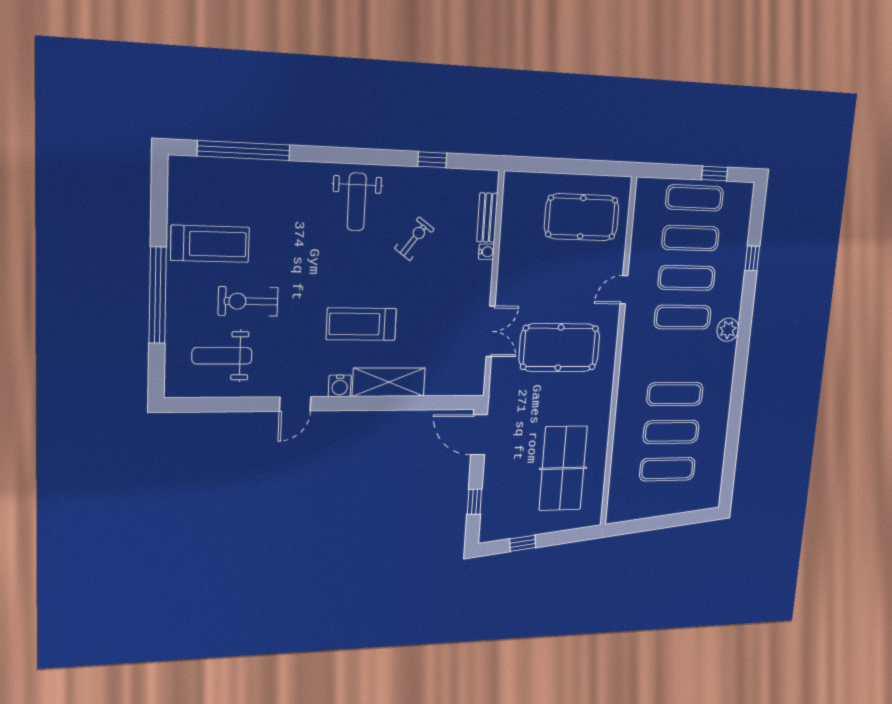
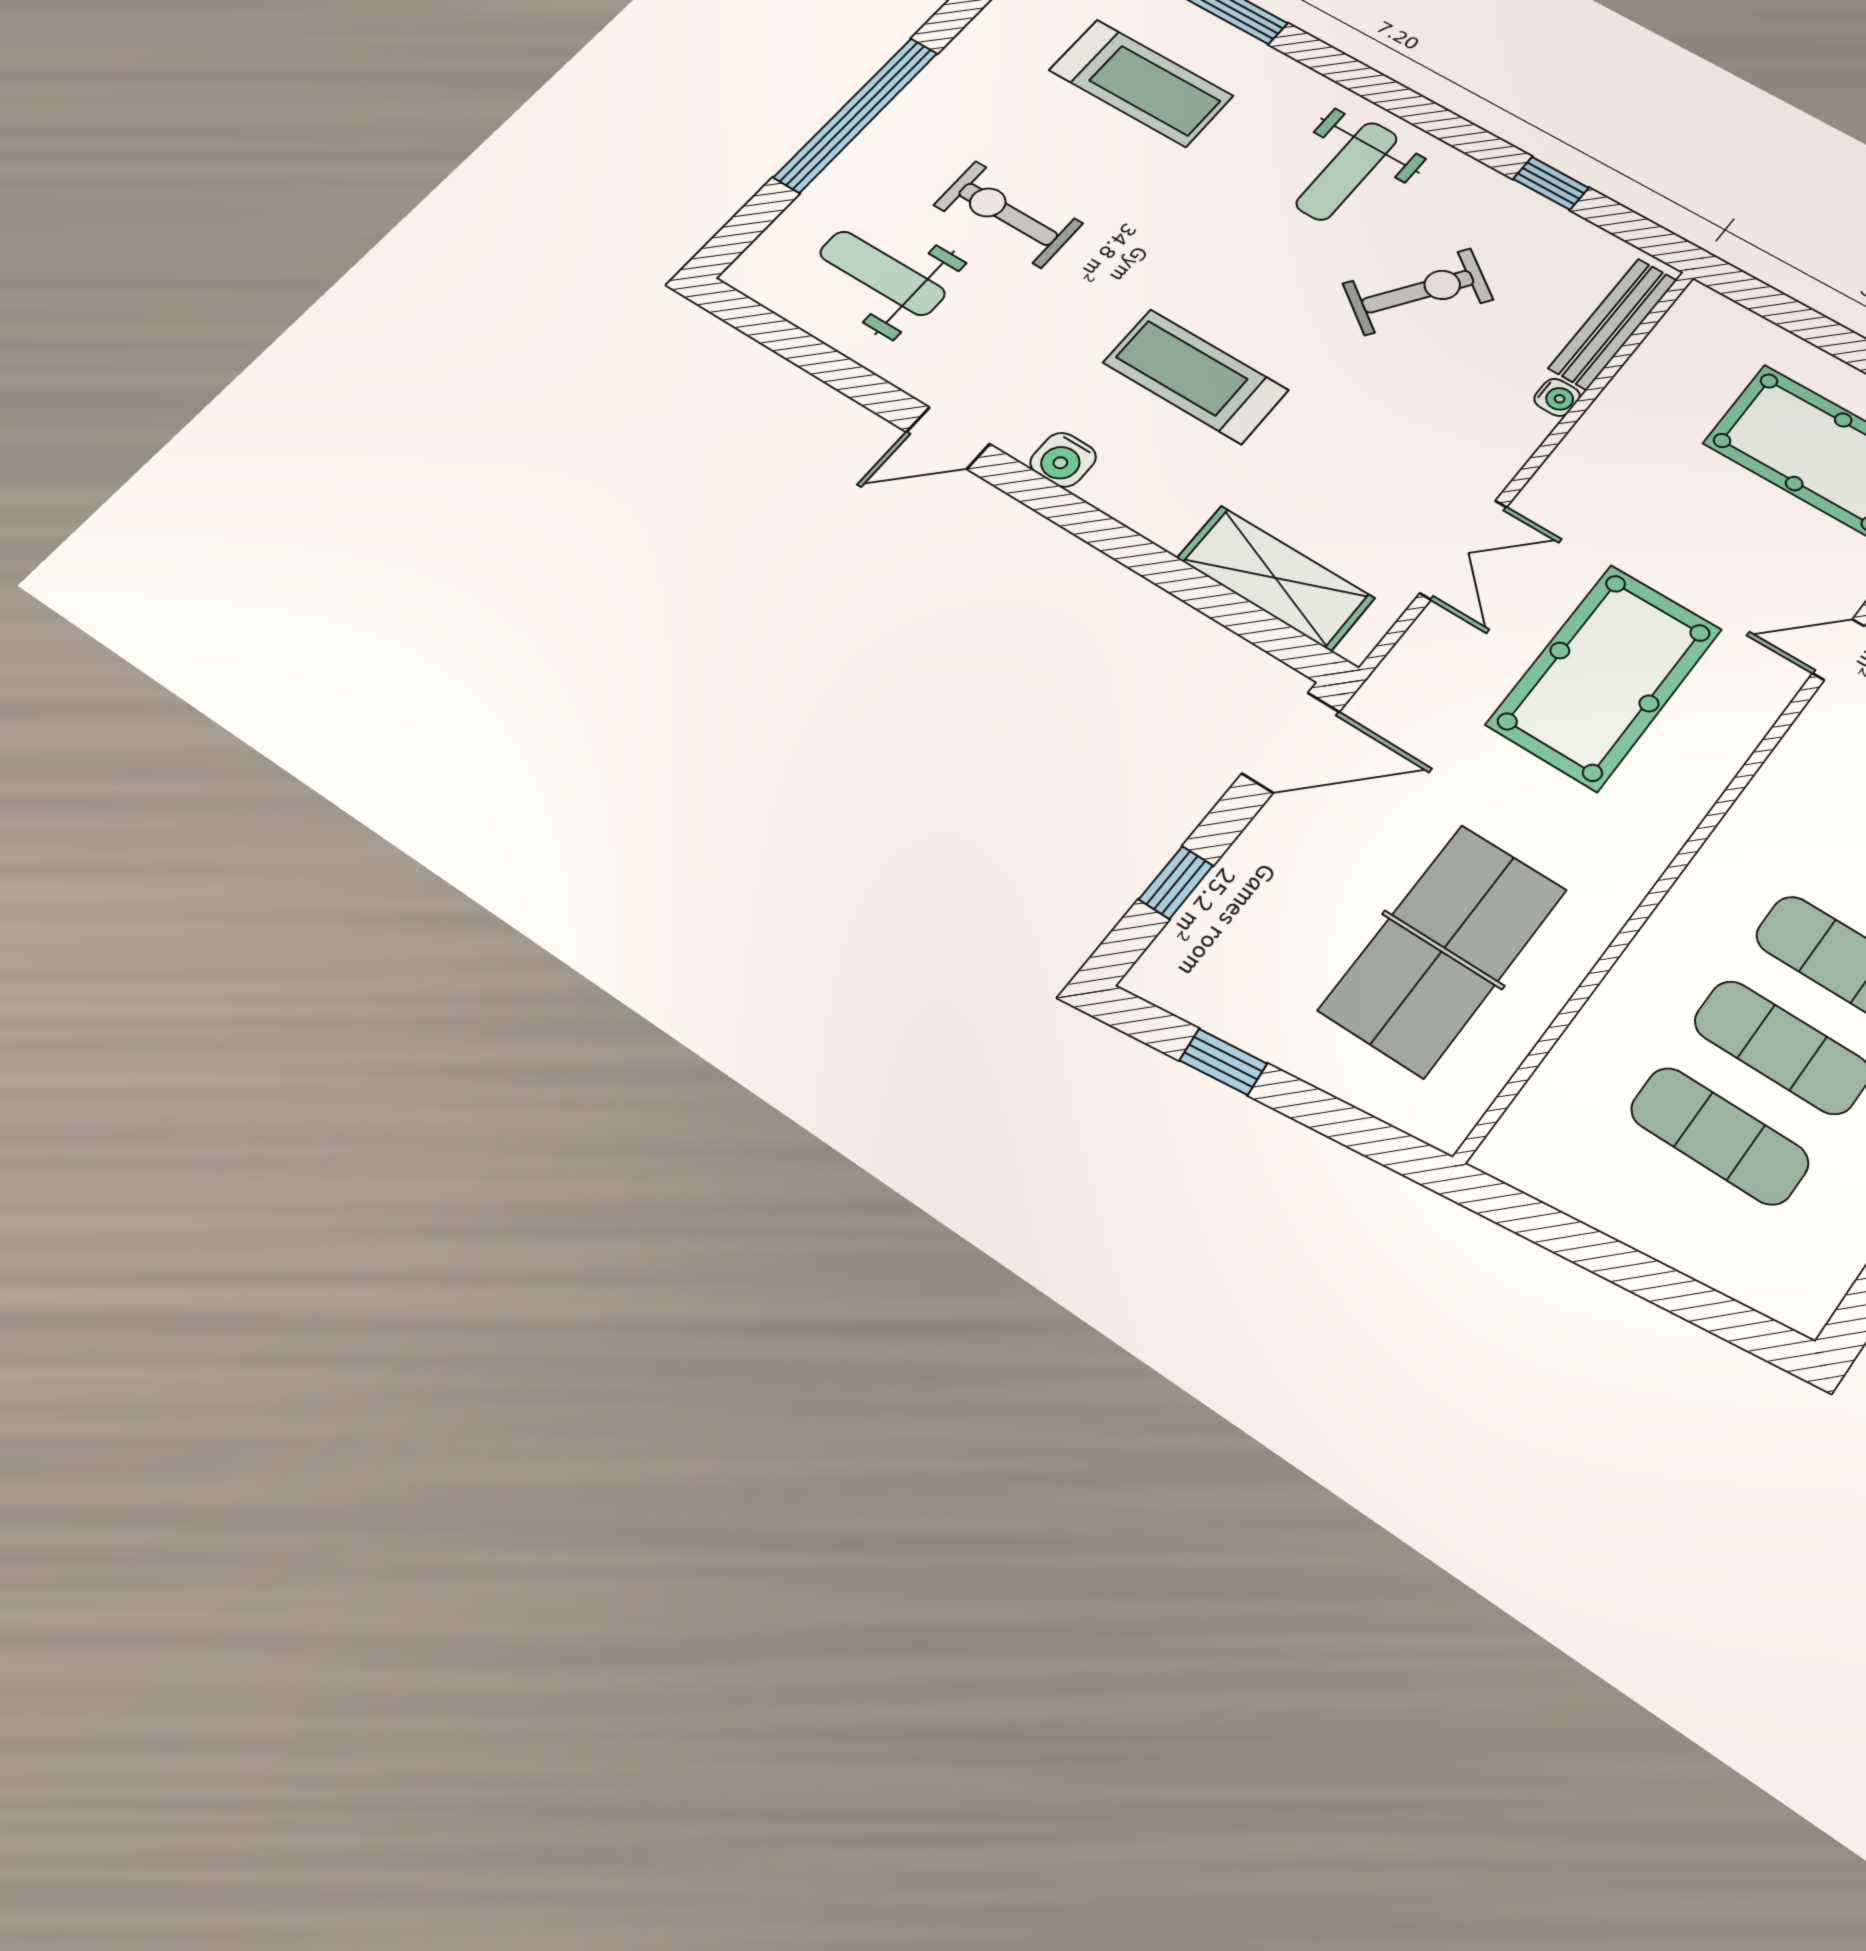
bench: (487, 218) -> (1613, 324), width x1.36
exercise bike: (414, 239) -> (1418, 292), width x1.38, depth x1.39
treadmill: (210, 244) -> (1141, 83), moved
pool table: (559, 348) -> (1604, 677), turned 90
shelving: (389, 382) -> (1275, 578), moved
door: (479, 435) -> (1291, 743), swing flipped

